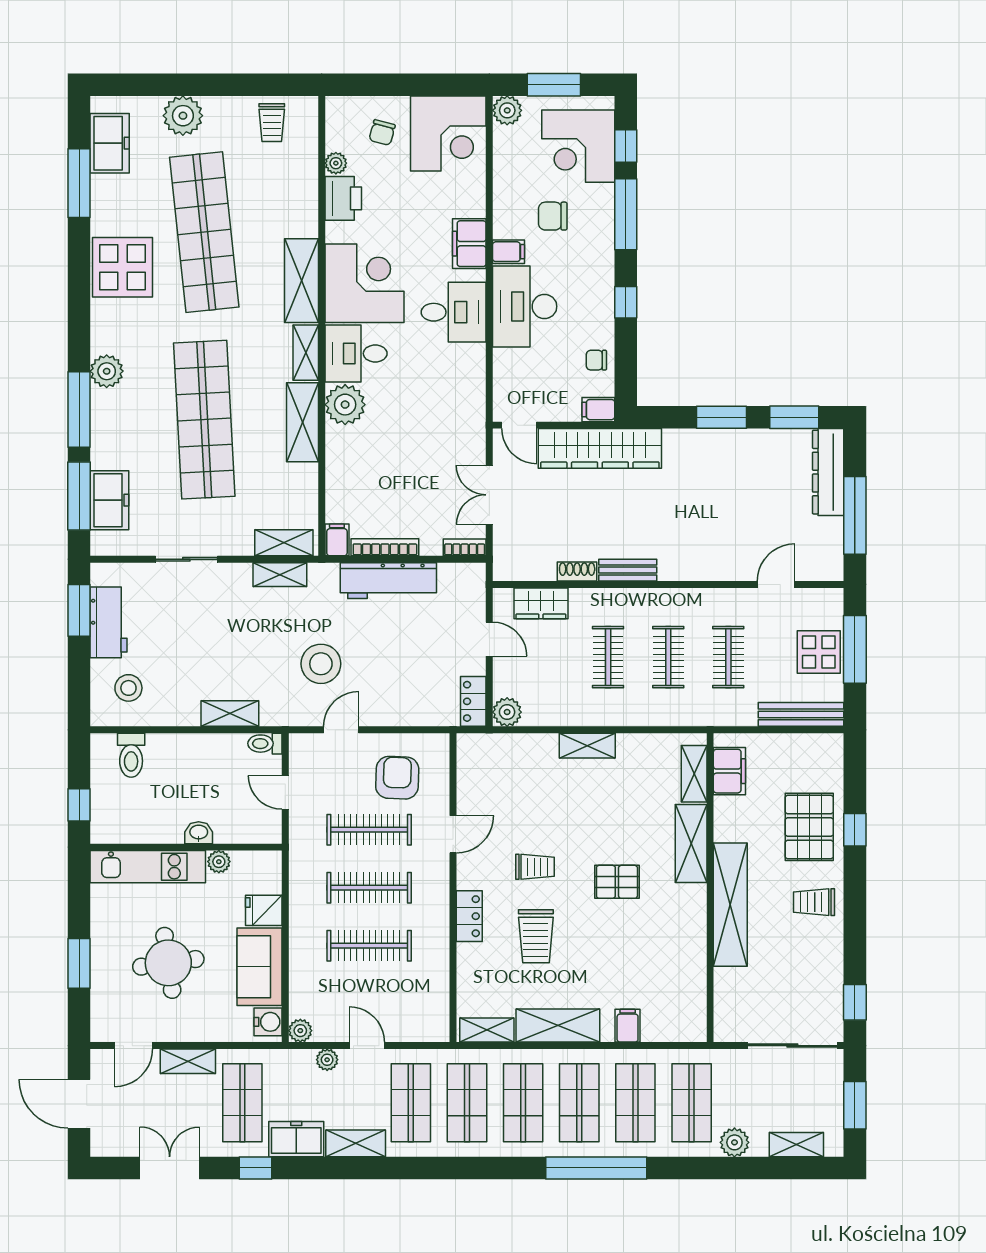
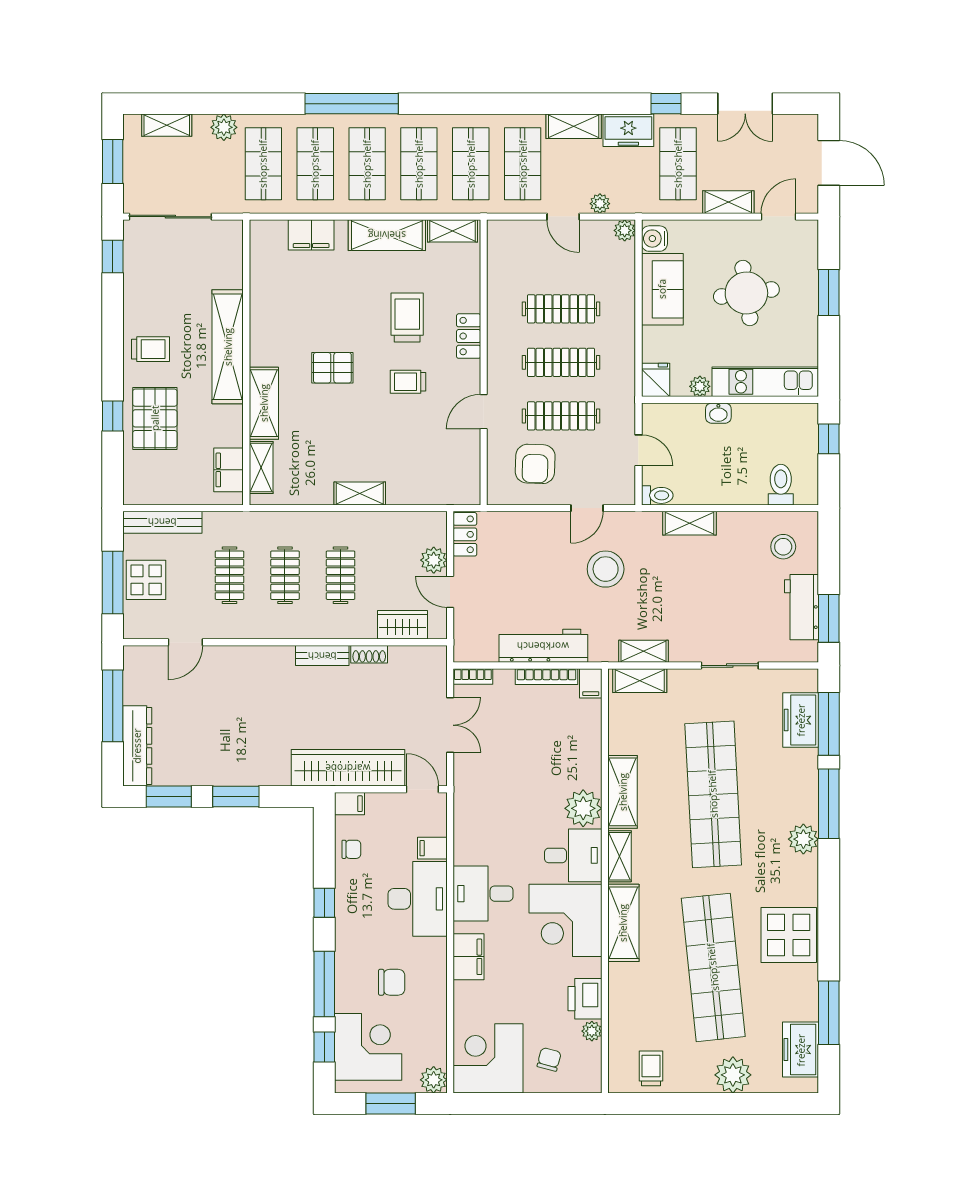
filing cabinet: (509, 252) -> (432, 848), moved
plant: (507, 712) -> (434, 560), moved
fridge: (264, 910) -> (656, 380), moved, turned -90
filing cabinet: (628, 1026) -> (311, 235), width x2.00

